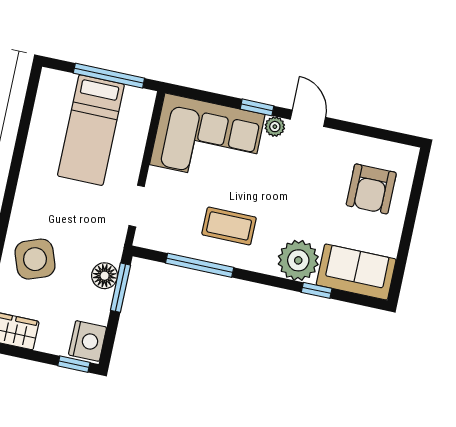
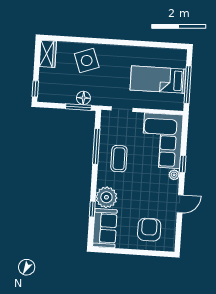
door: (308, 118) -> (180, 204), moved
armchair: (371, 189) -> (149, 230), turned 90
nightstand: (88, 341) -> (48, 94), removed

